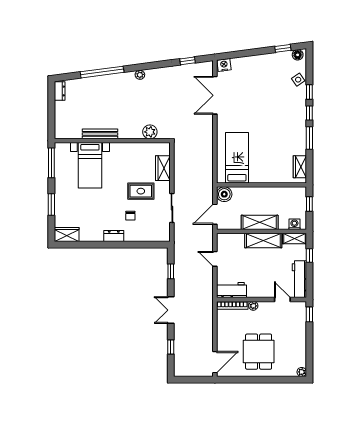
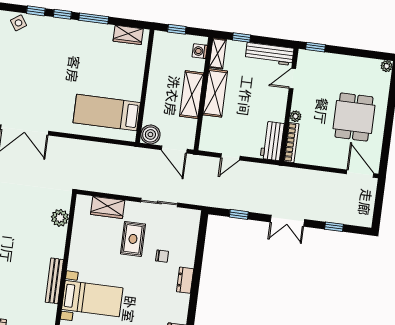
dining table: (259, 352) -> (354, 117), turned 90

